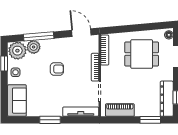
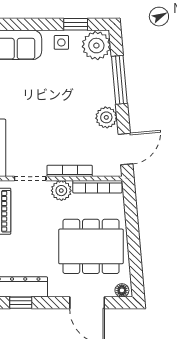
plant: (34, 47) -> (106, 117), moved
dining table: (142, 54) -> (91, 246), width x1.38
armchair: (57, 69) -> (67, 109), removed
plant: (107, 72) -> (61, 191), added

